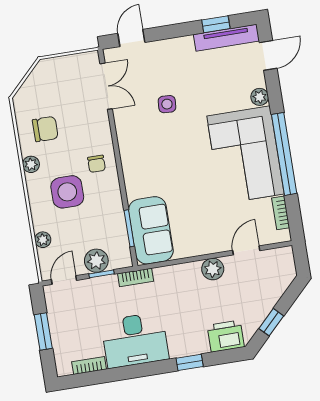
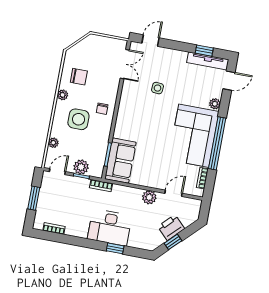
printer: (226, 336) -> (171, 228), moved, turned -45
desk: (135, 340) -> (110, 227), moved

